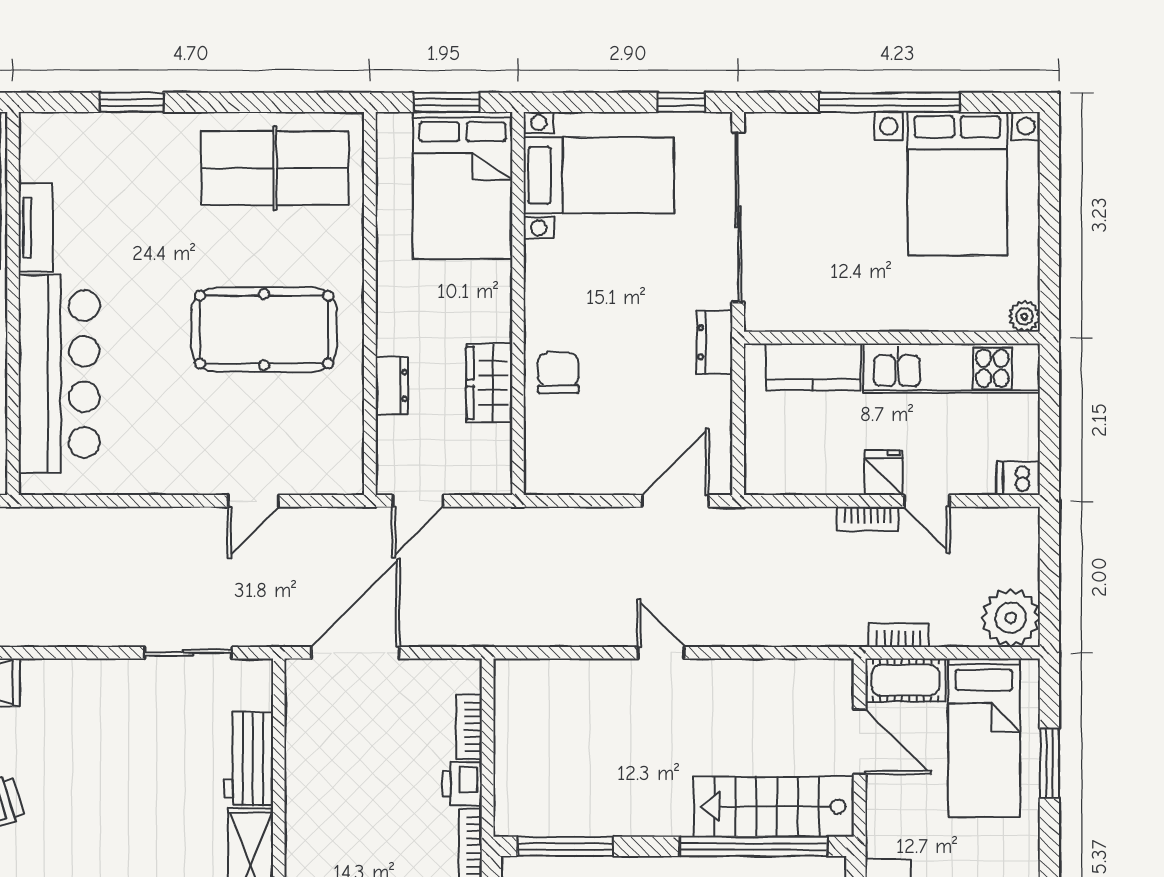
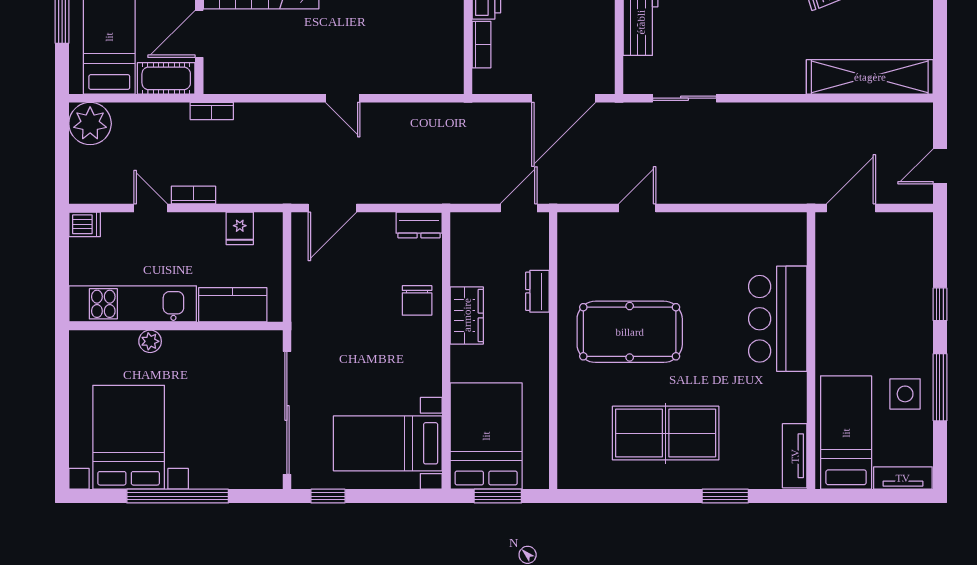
table tennis table: (275, 168) -> (666, 433), moved
tv unit: (36, 227) -> (795, 456), moved
plant: (1024, 316) -> (150, 341), moved
dresser: (715, 342) -> (419, 225), moved, turned 90
bar counter: (59, 374) -> (778, 319), width x0.73
wardrobe: (489, 383) -> (467, 315), moved
fridge: (884, 473) -> (240, 228), moved
bookcase: (899, 635) -> (212, 111), moved
door: (860, 742) -> (199, 34), hinge flipped

